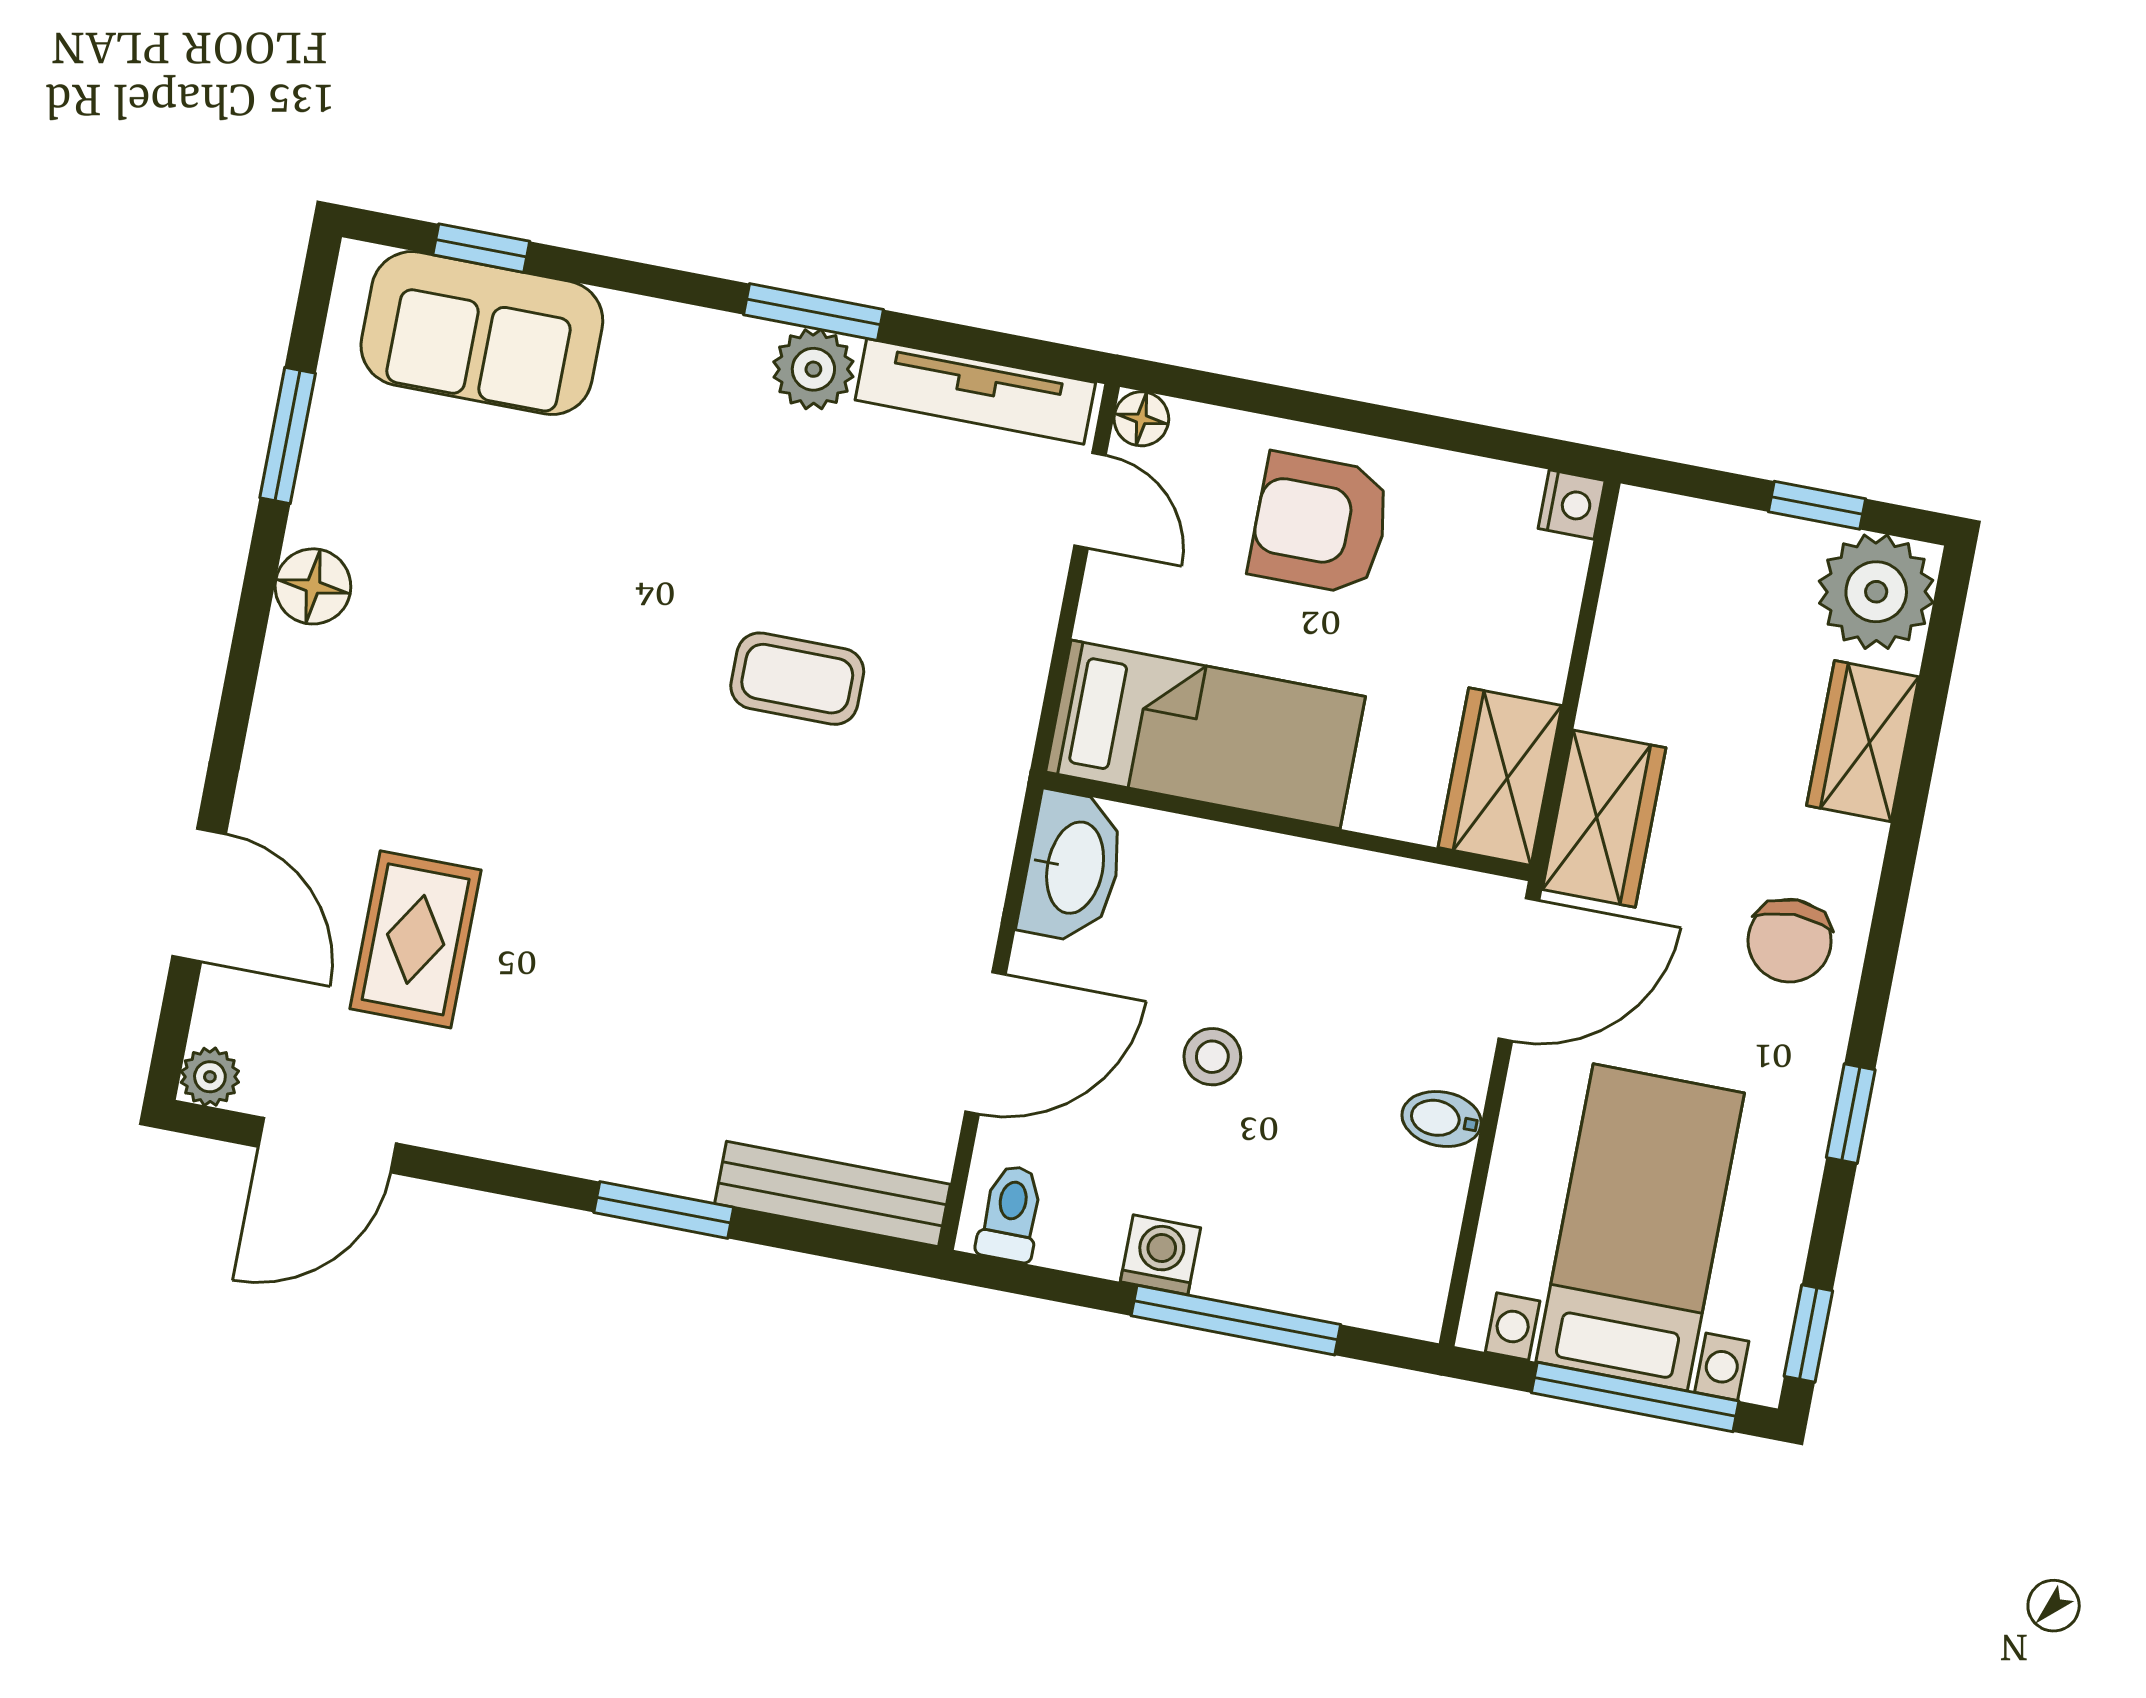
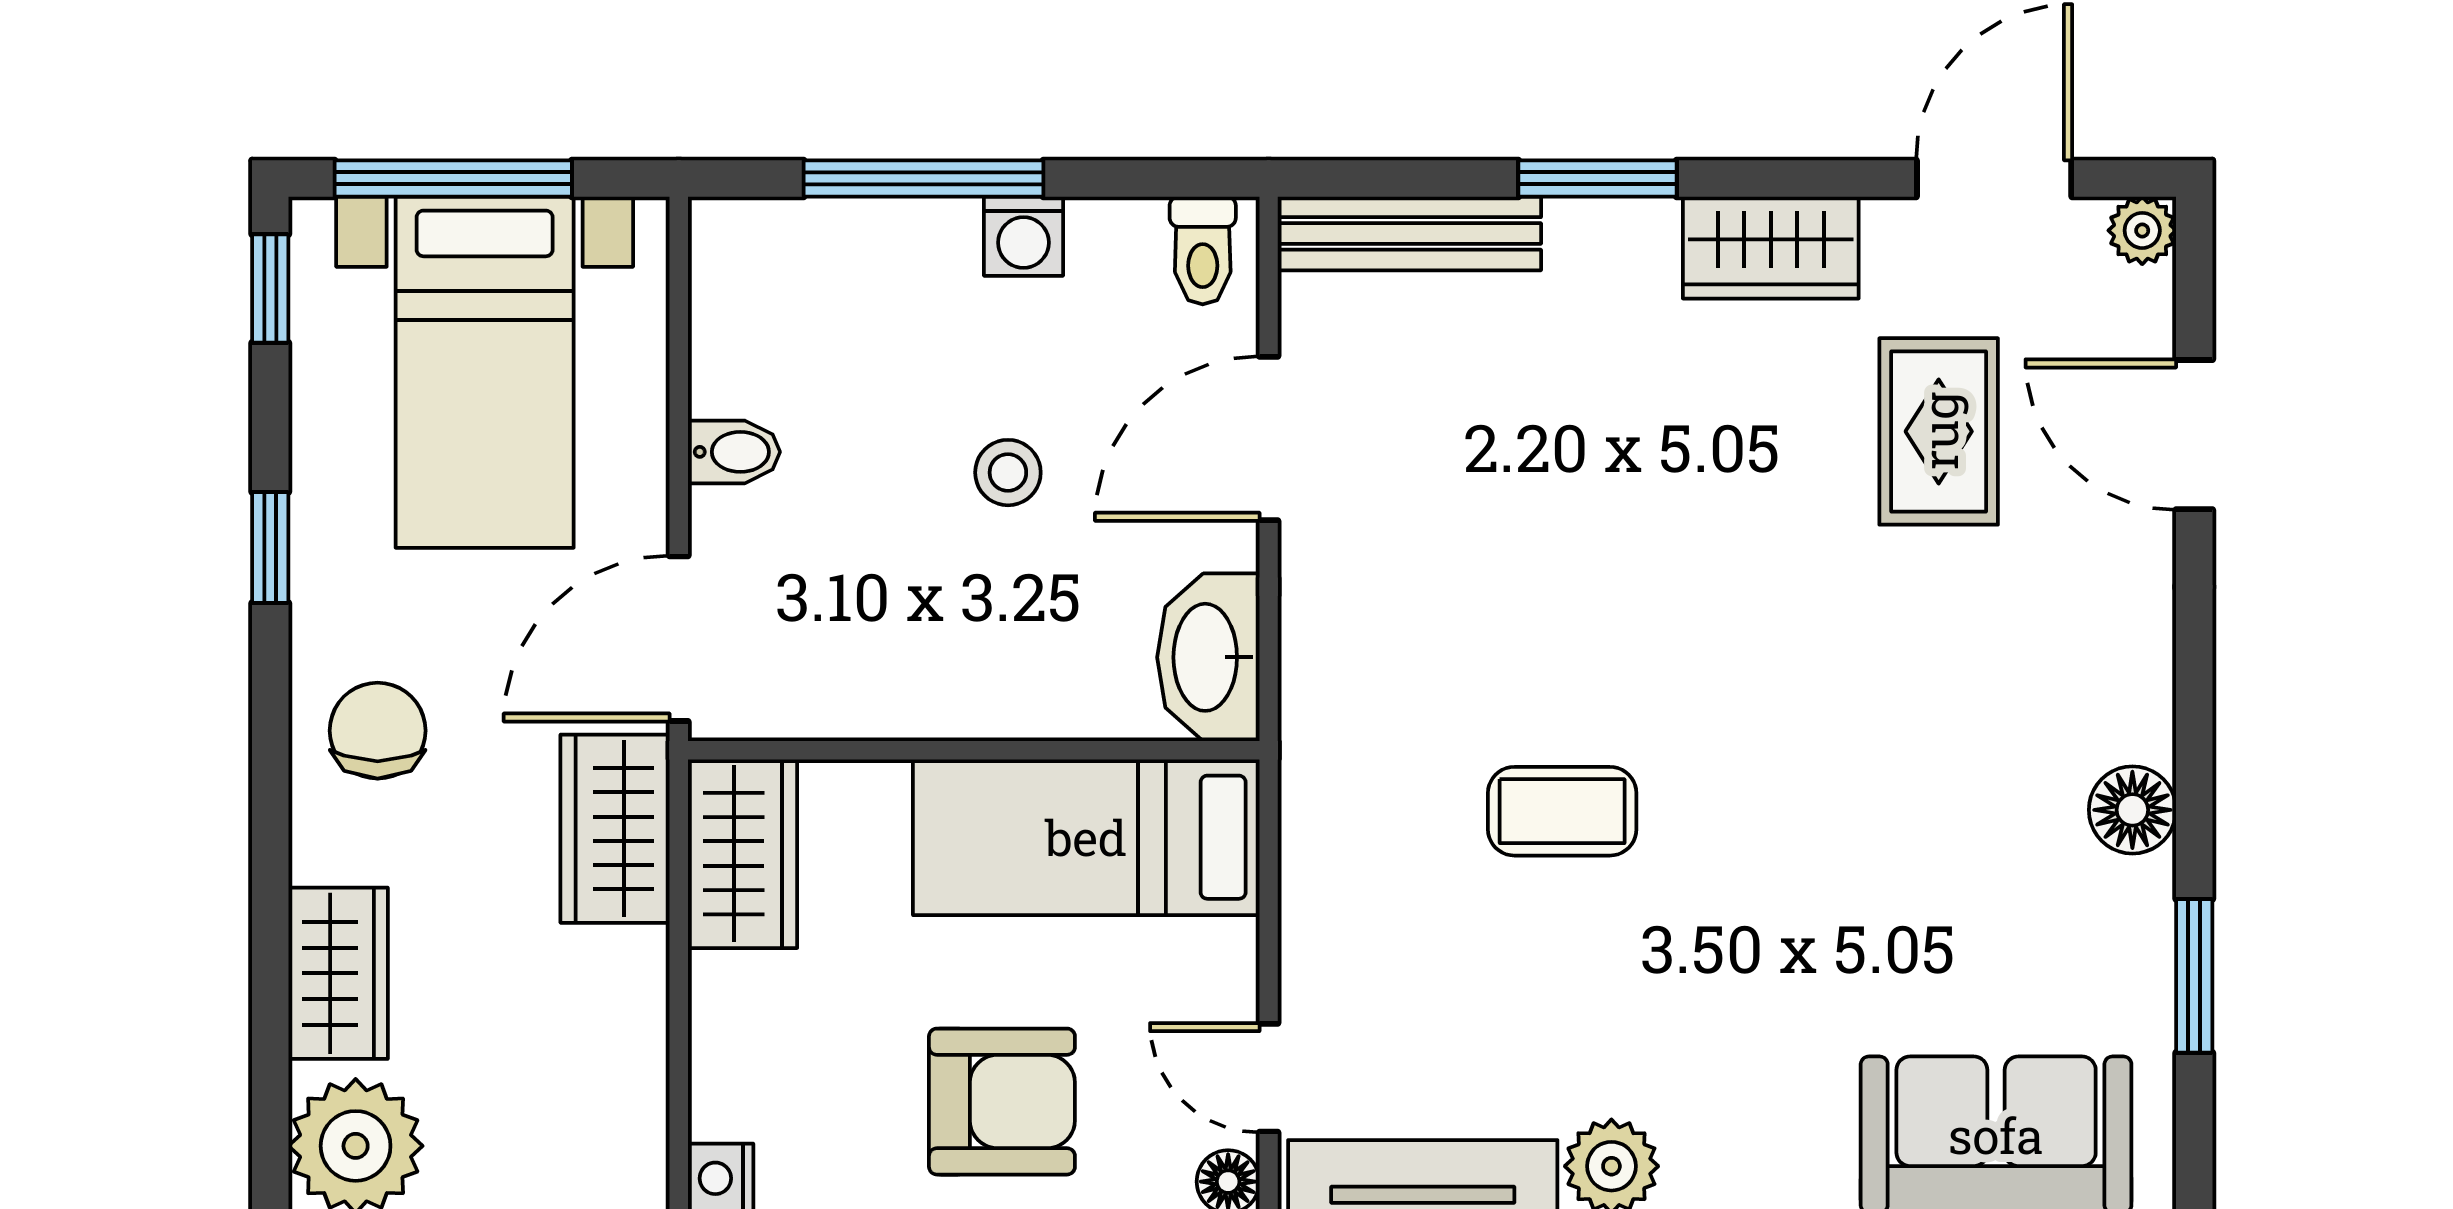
wardrobe: (528, 1123) -> (1771, 248), added

